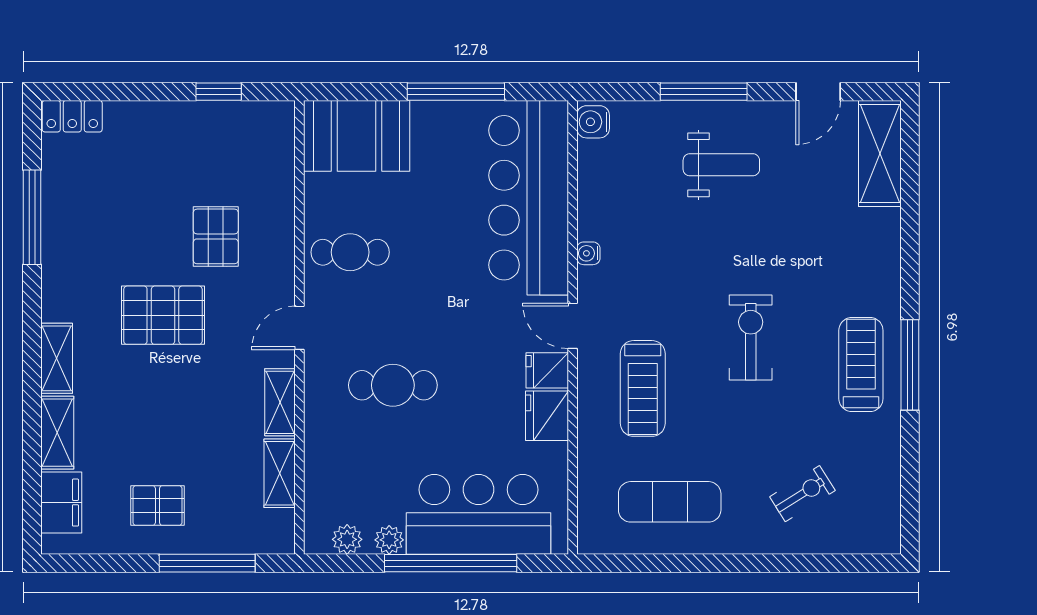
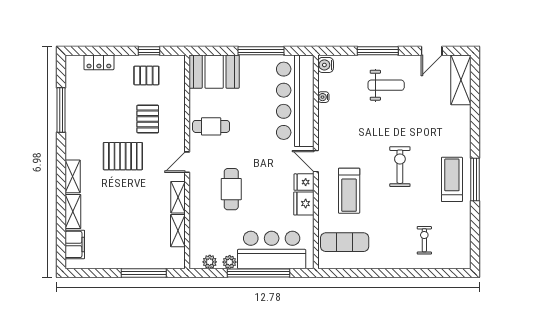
locker: (72, 116) -> (99, 62), moved
water cooler: (588, 253) -> (323, 97), moved
cafe table: (393, 385) -> (231, 189), turned 90
exercise bike: (802, 494) -> (424, 240), turned -58
exercise mat: (670, 502) -> (345, 242), moved
pallet: (157, 506) -> (146, 75), moved

